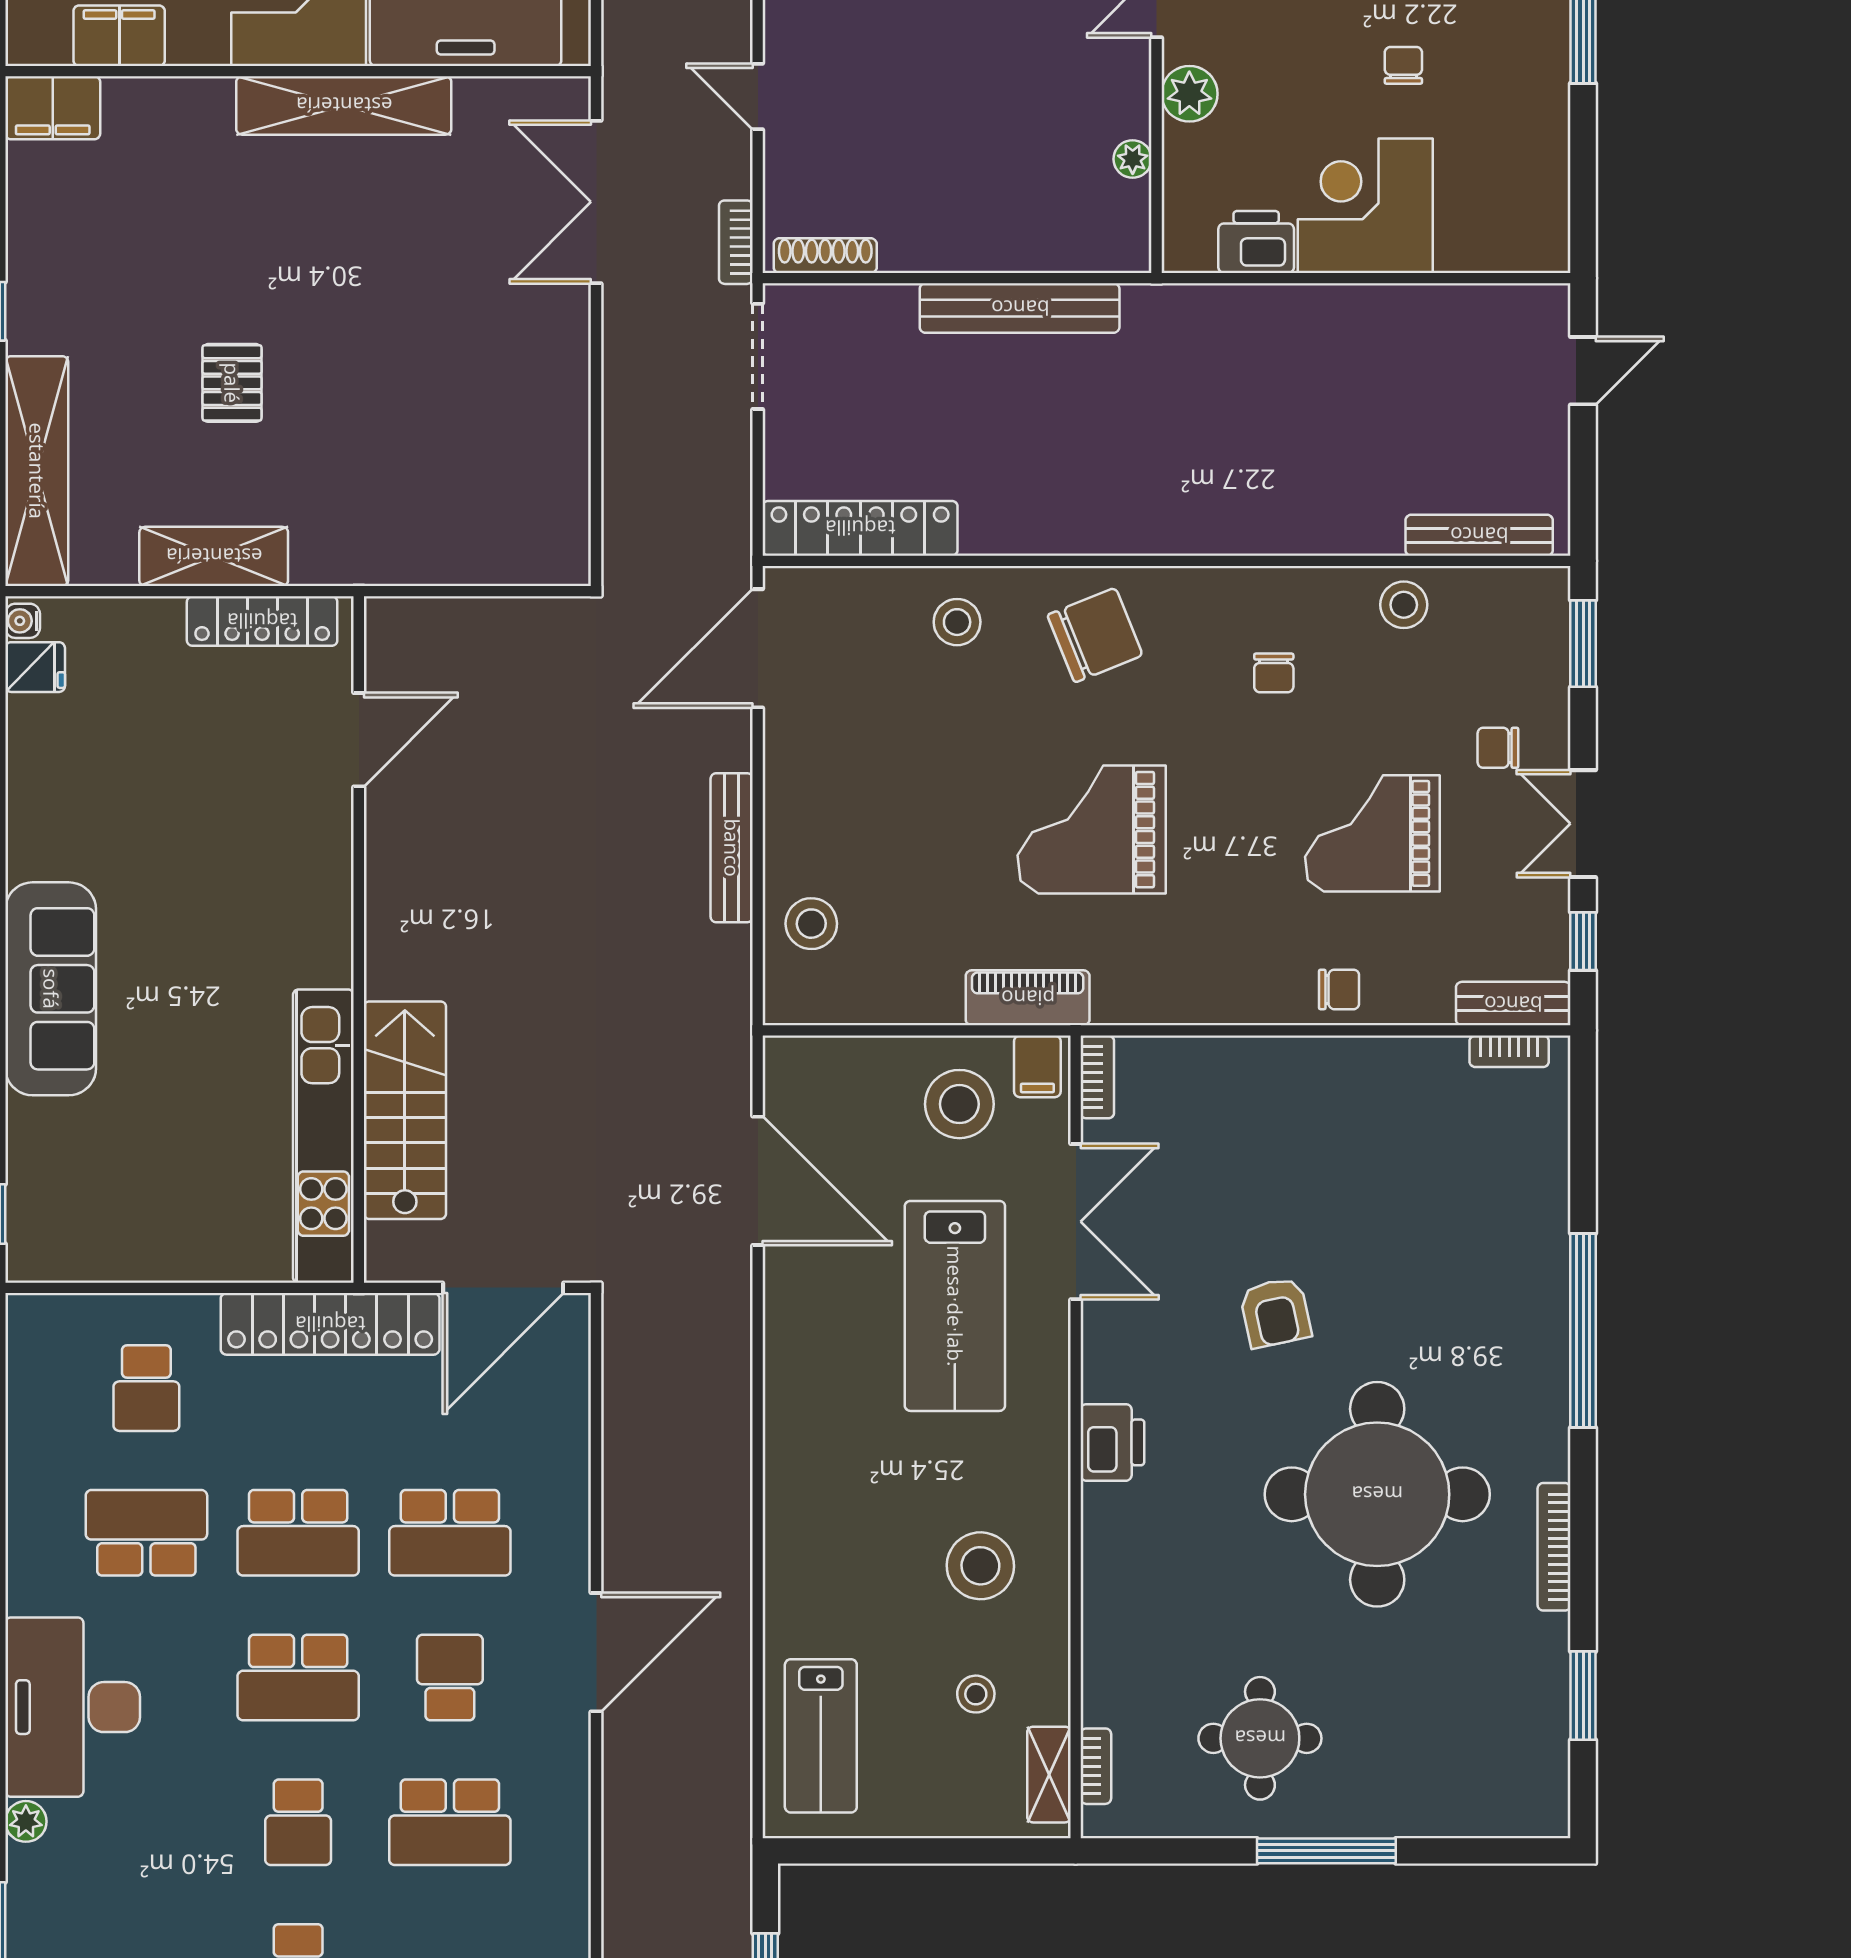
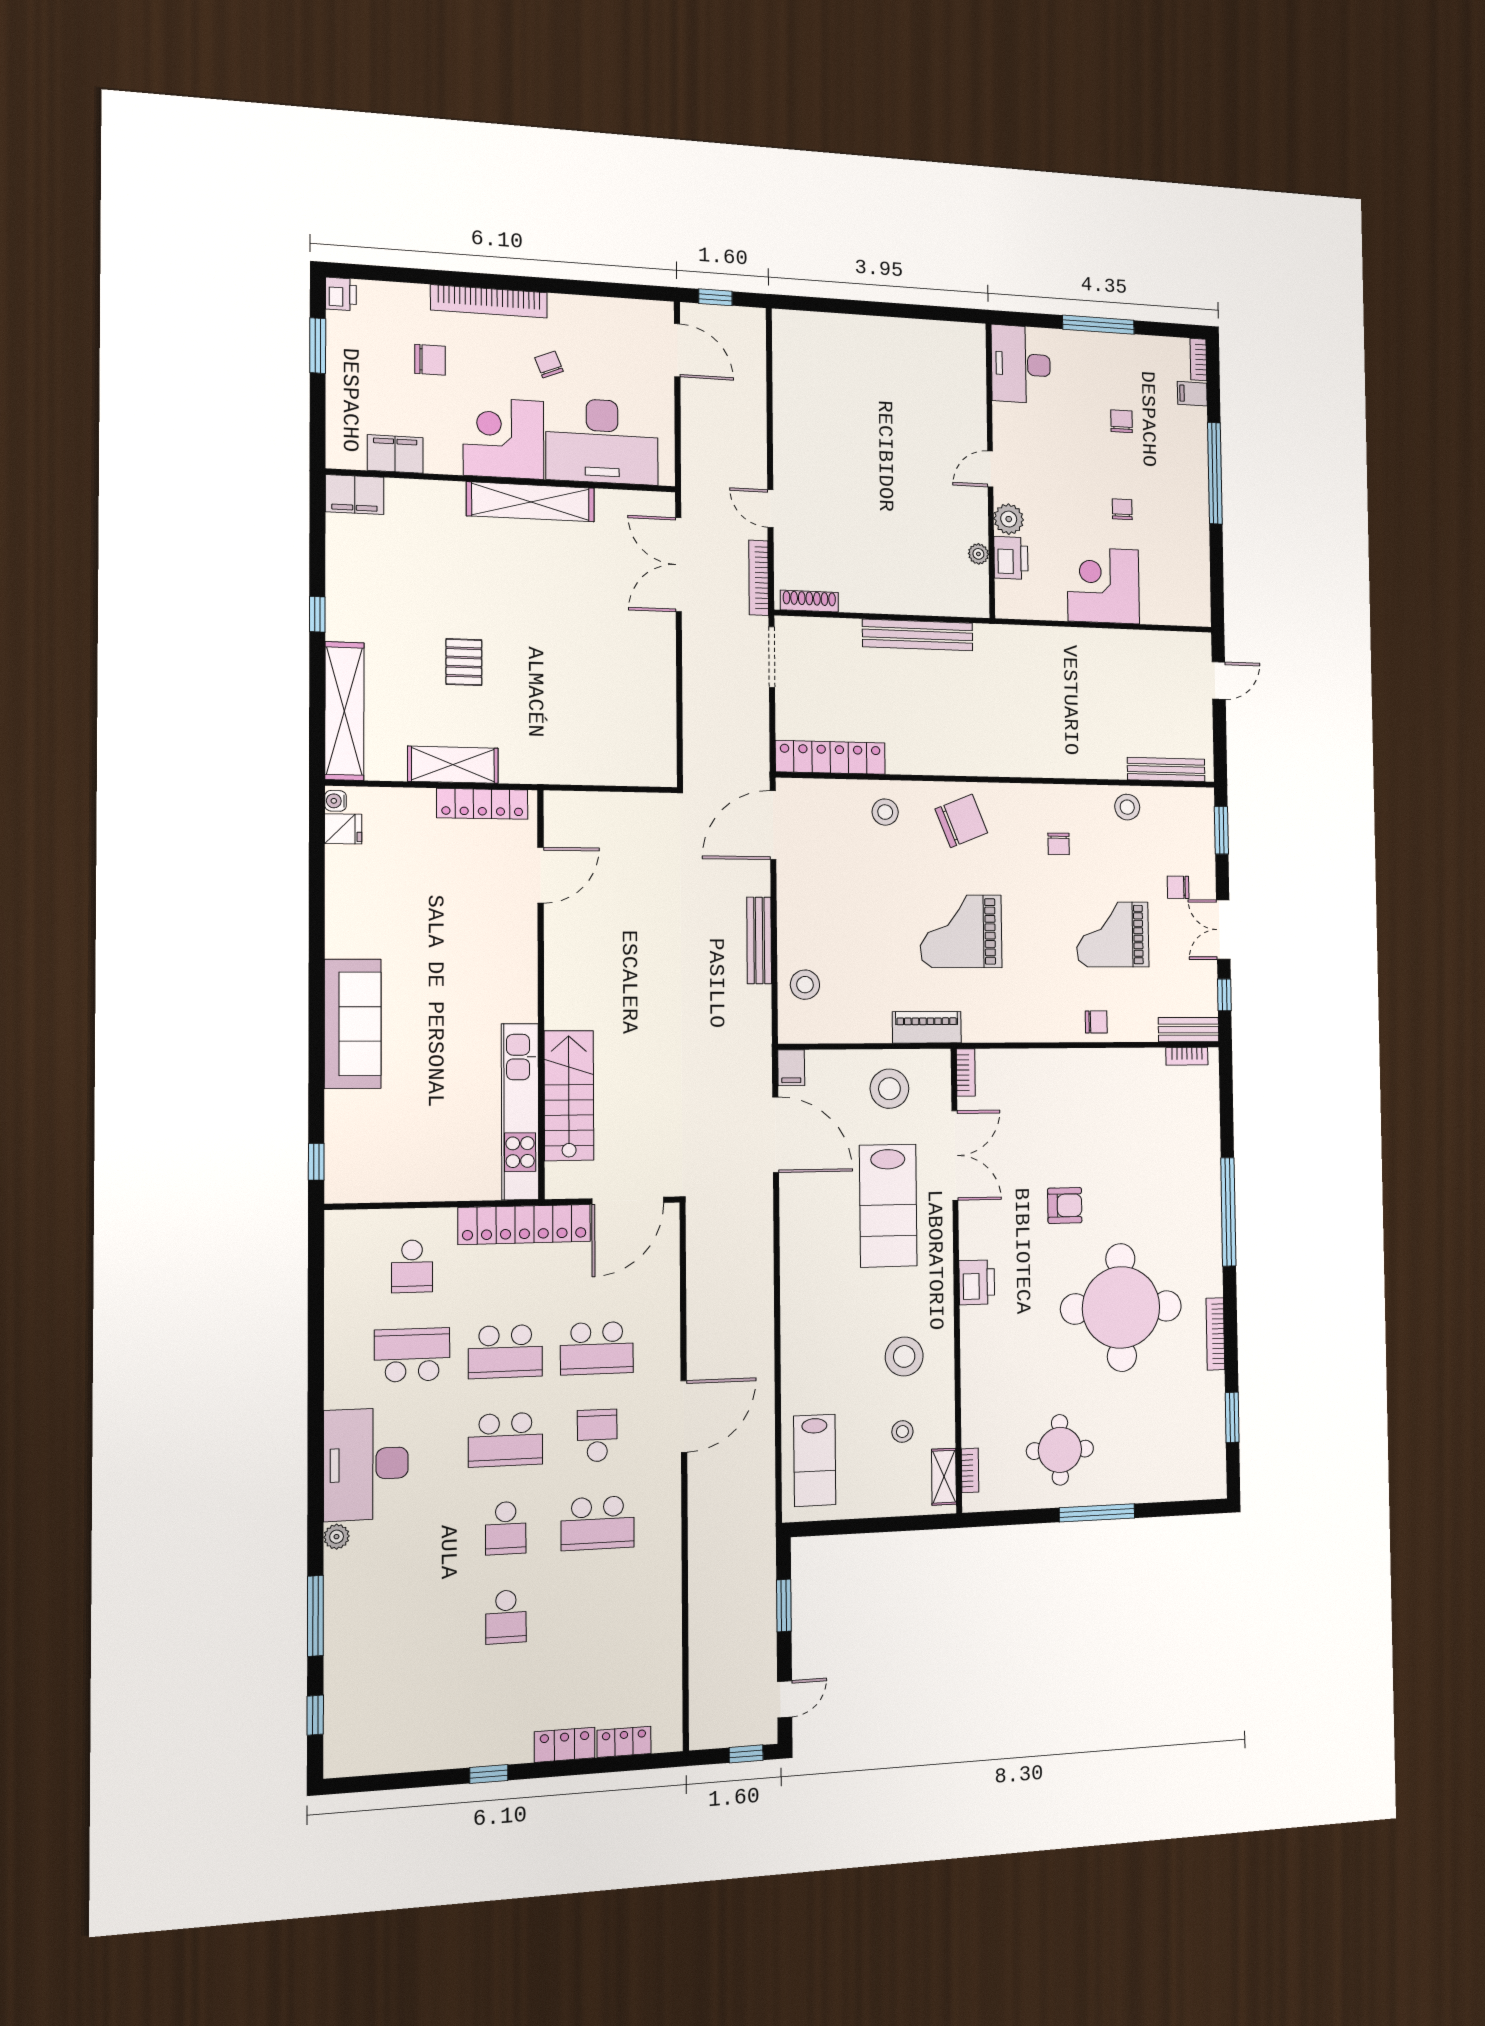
bookcase: (736, 242) -> (759, 578), width x1.56
printer: (1256, 242) -> (1011, 558), moved, turned 90
filing cabinet: (1037, 1066) -> (791, 1068), moved
armchair: (1275, 1312) -> (1065, 1205), turned -78

